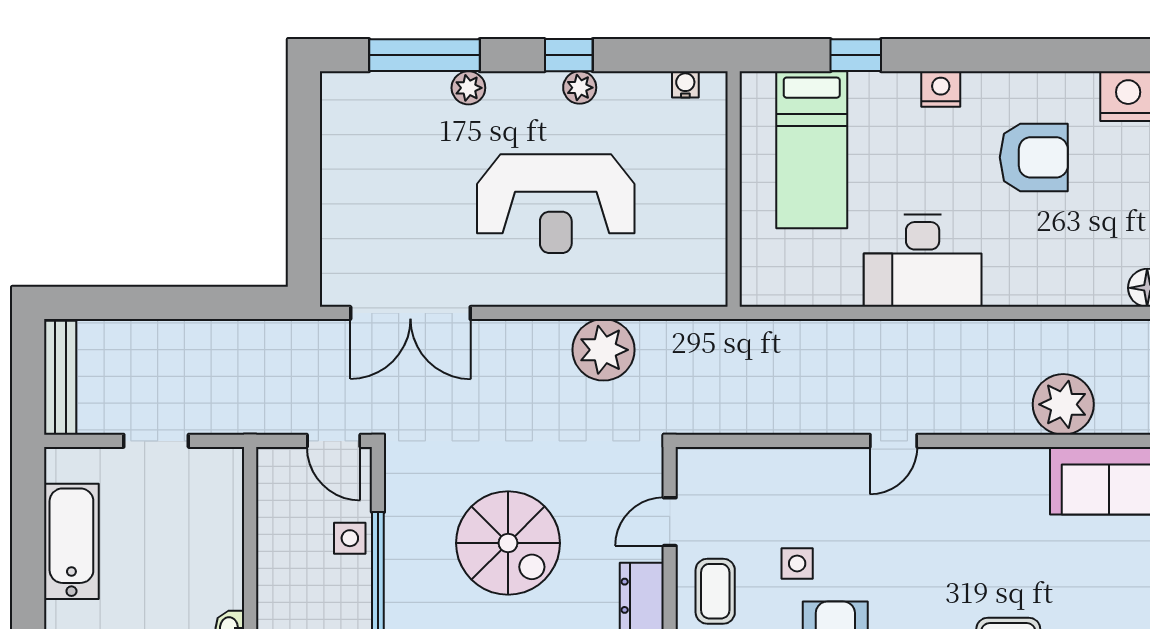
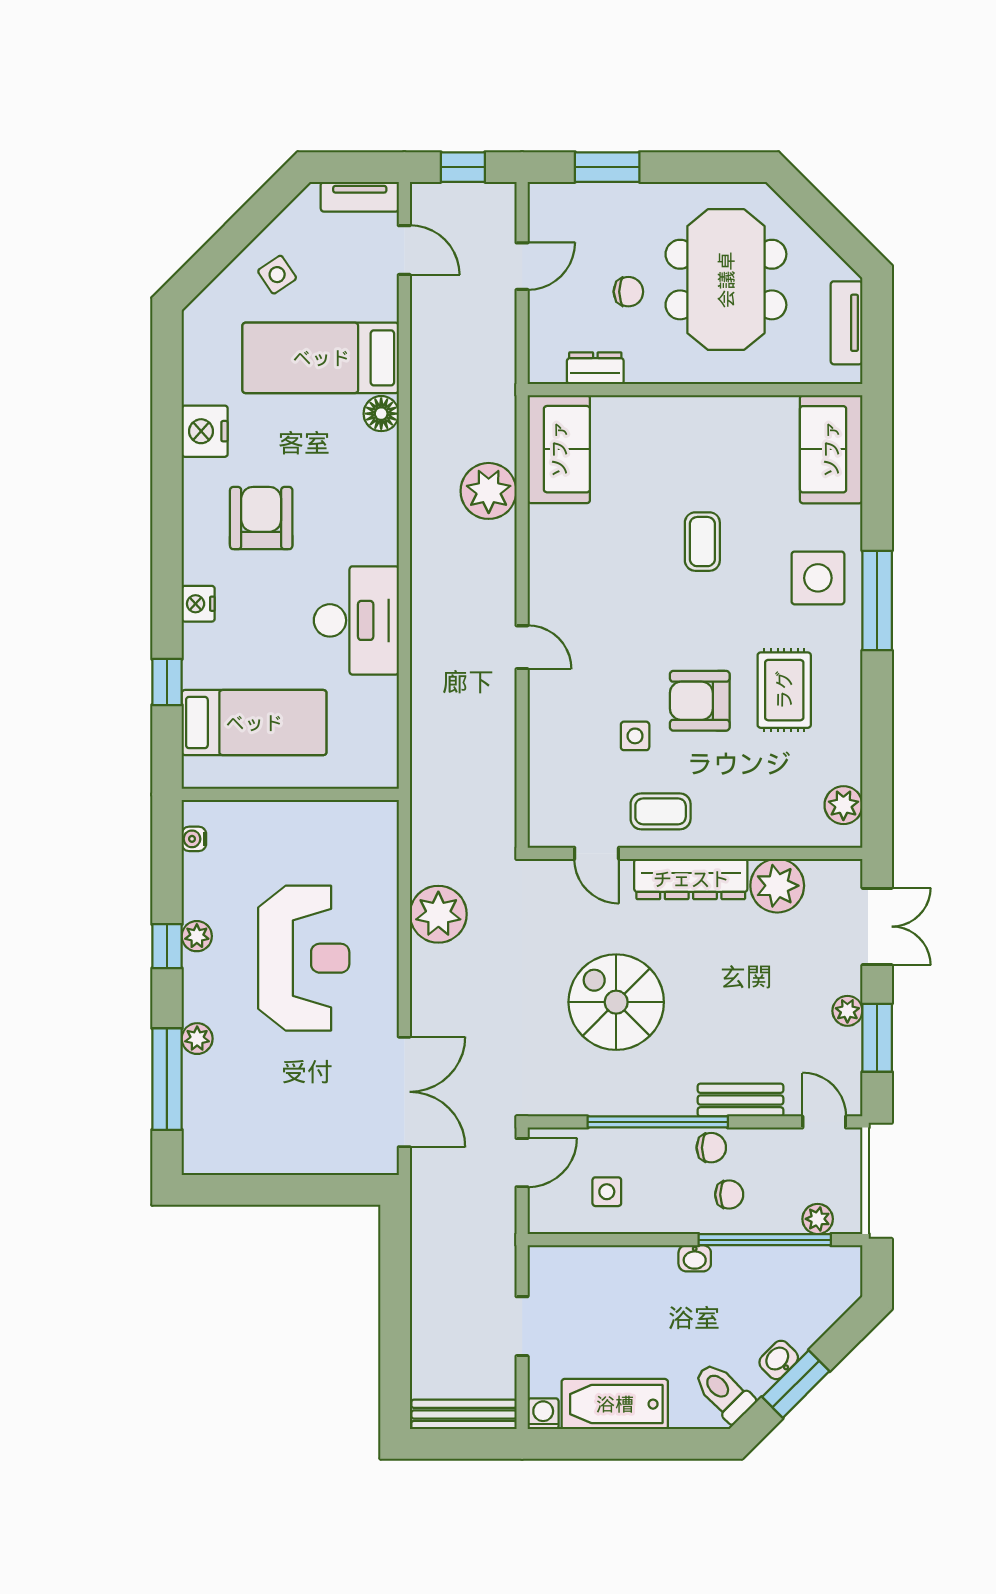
washing machine: (61, 464) -> (543, 1414), added
side table: (350, 538) -> (607, 1192), moved
spiral stairs: (508, 543) -> (616, 1002), turned -90

